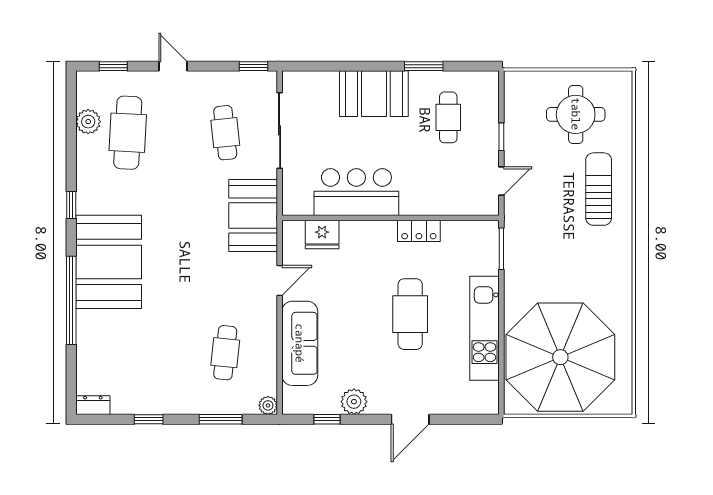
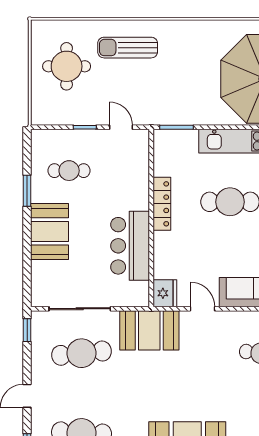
cafe table: (225, 133) -> (82, 353), width x1.37, depth x1.35
locker: (419, 231) -> (162, 204), width x1.53
fridge: (322, 234) -> (165, 293), moved

